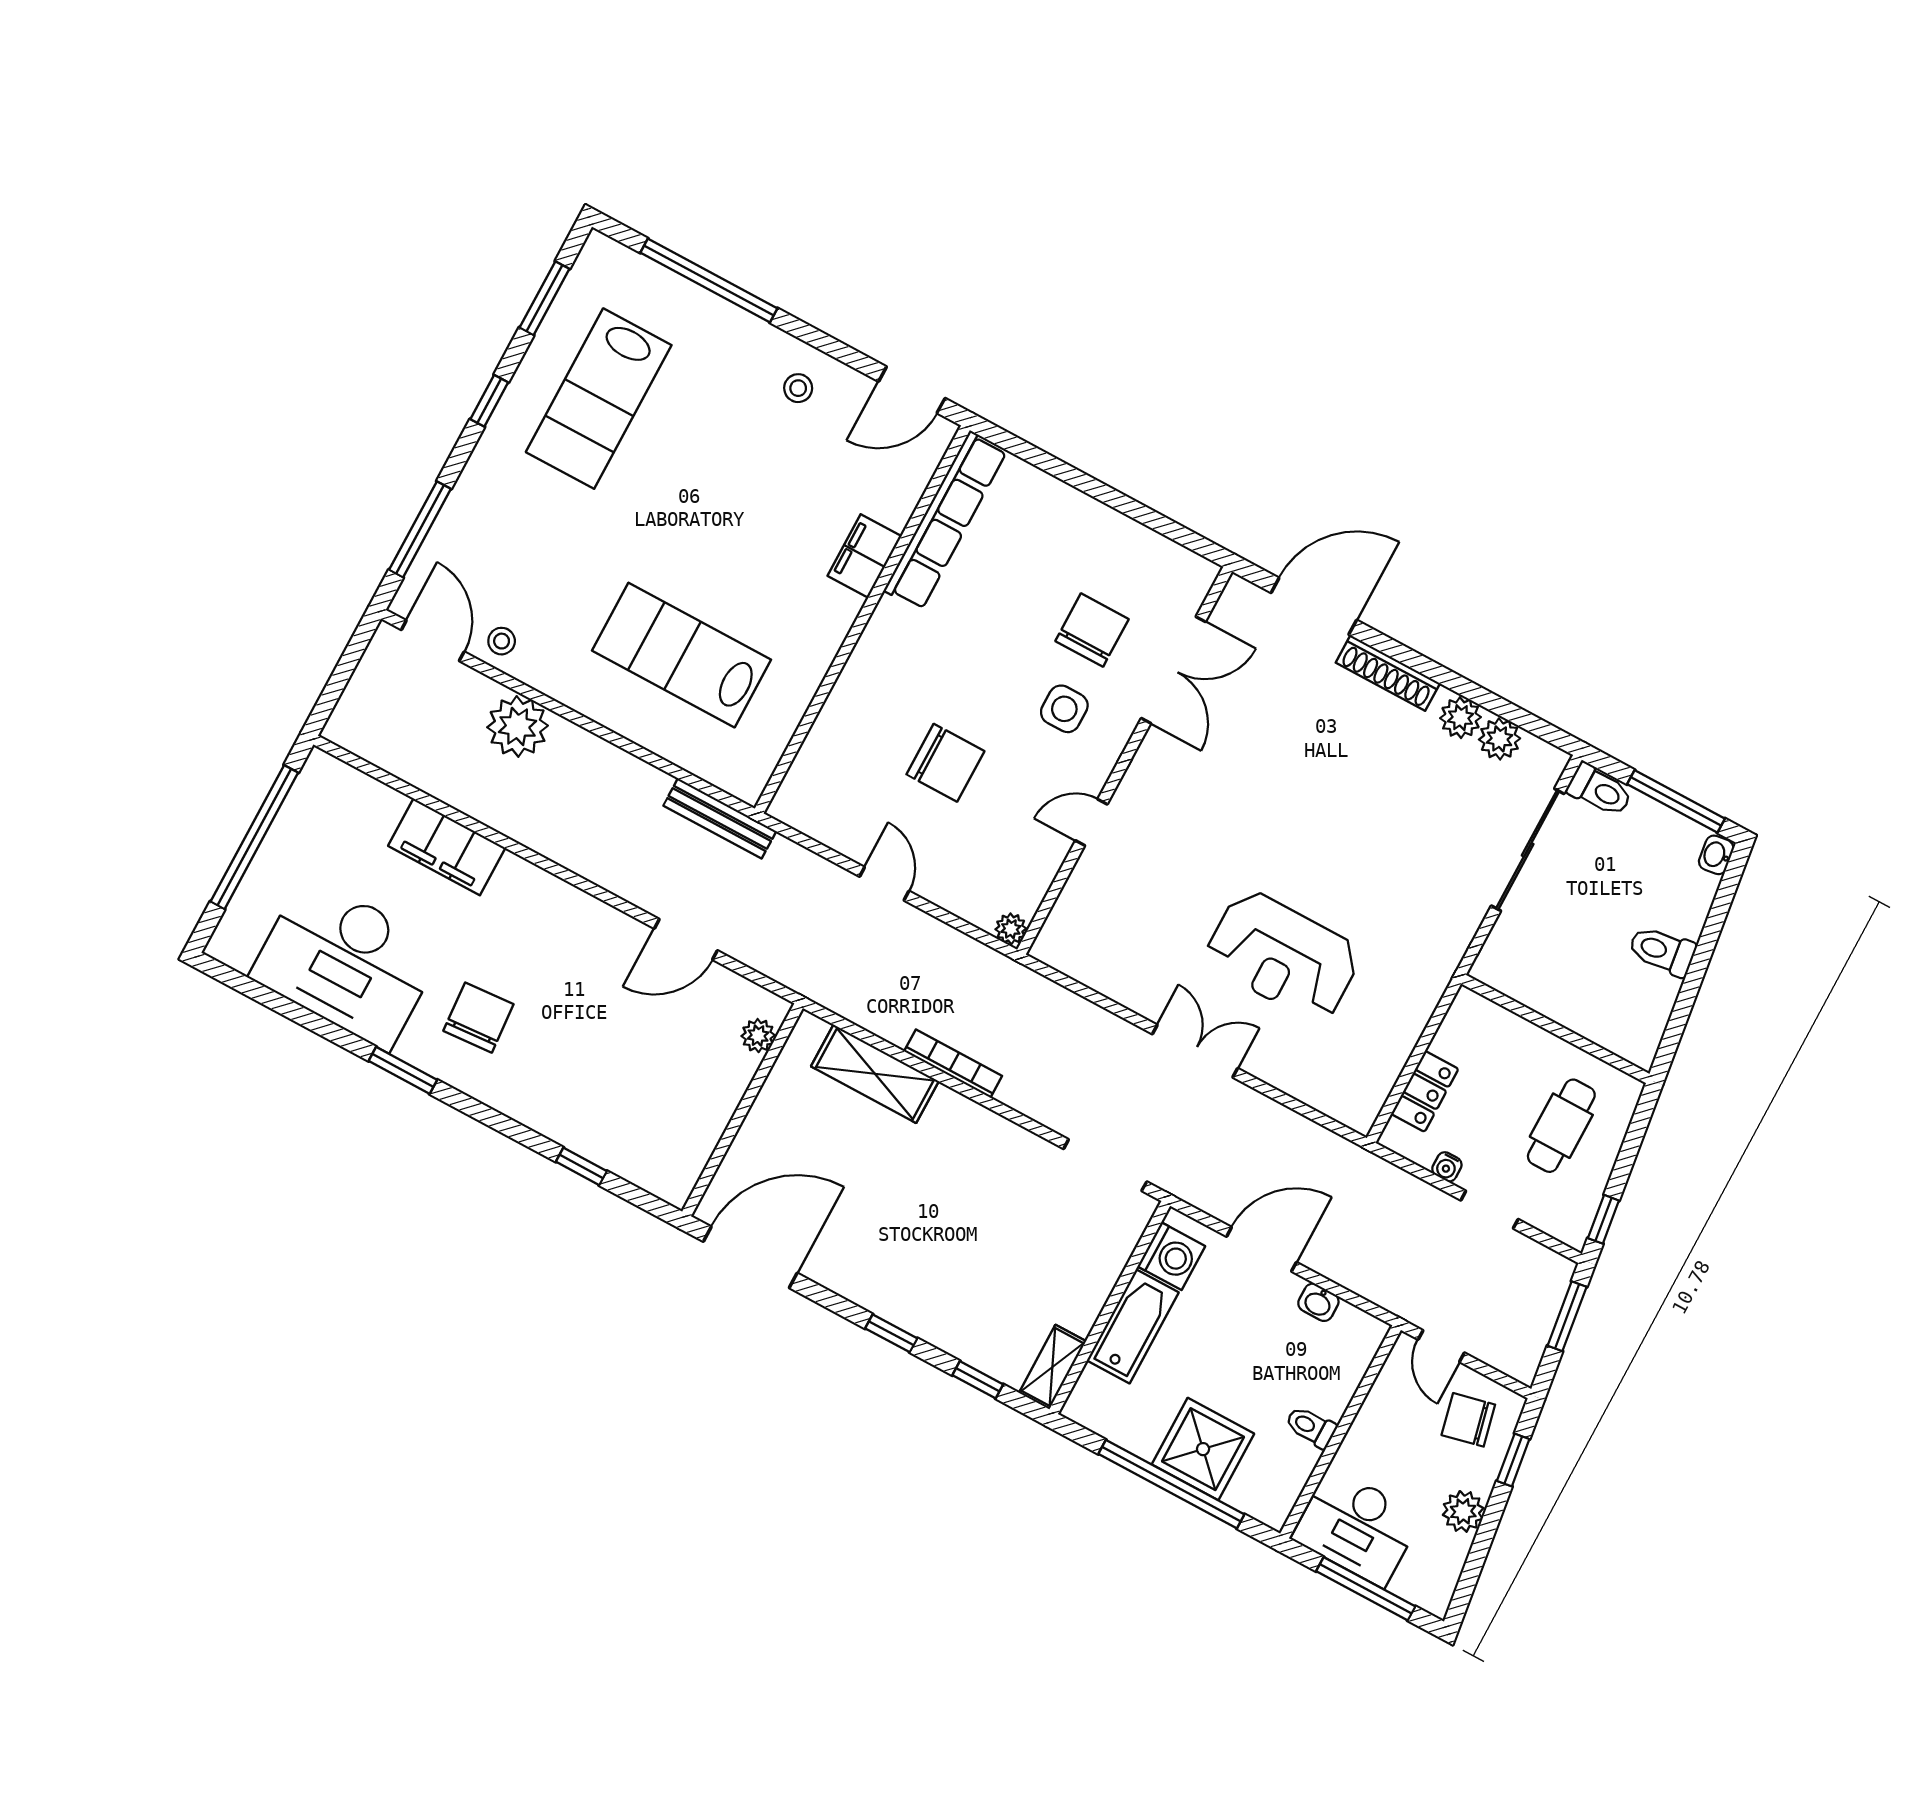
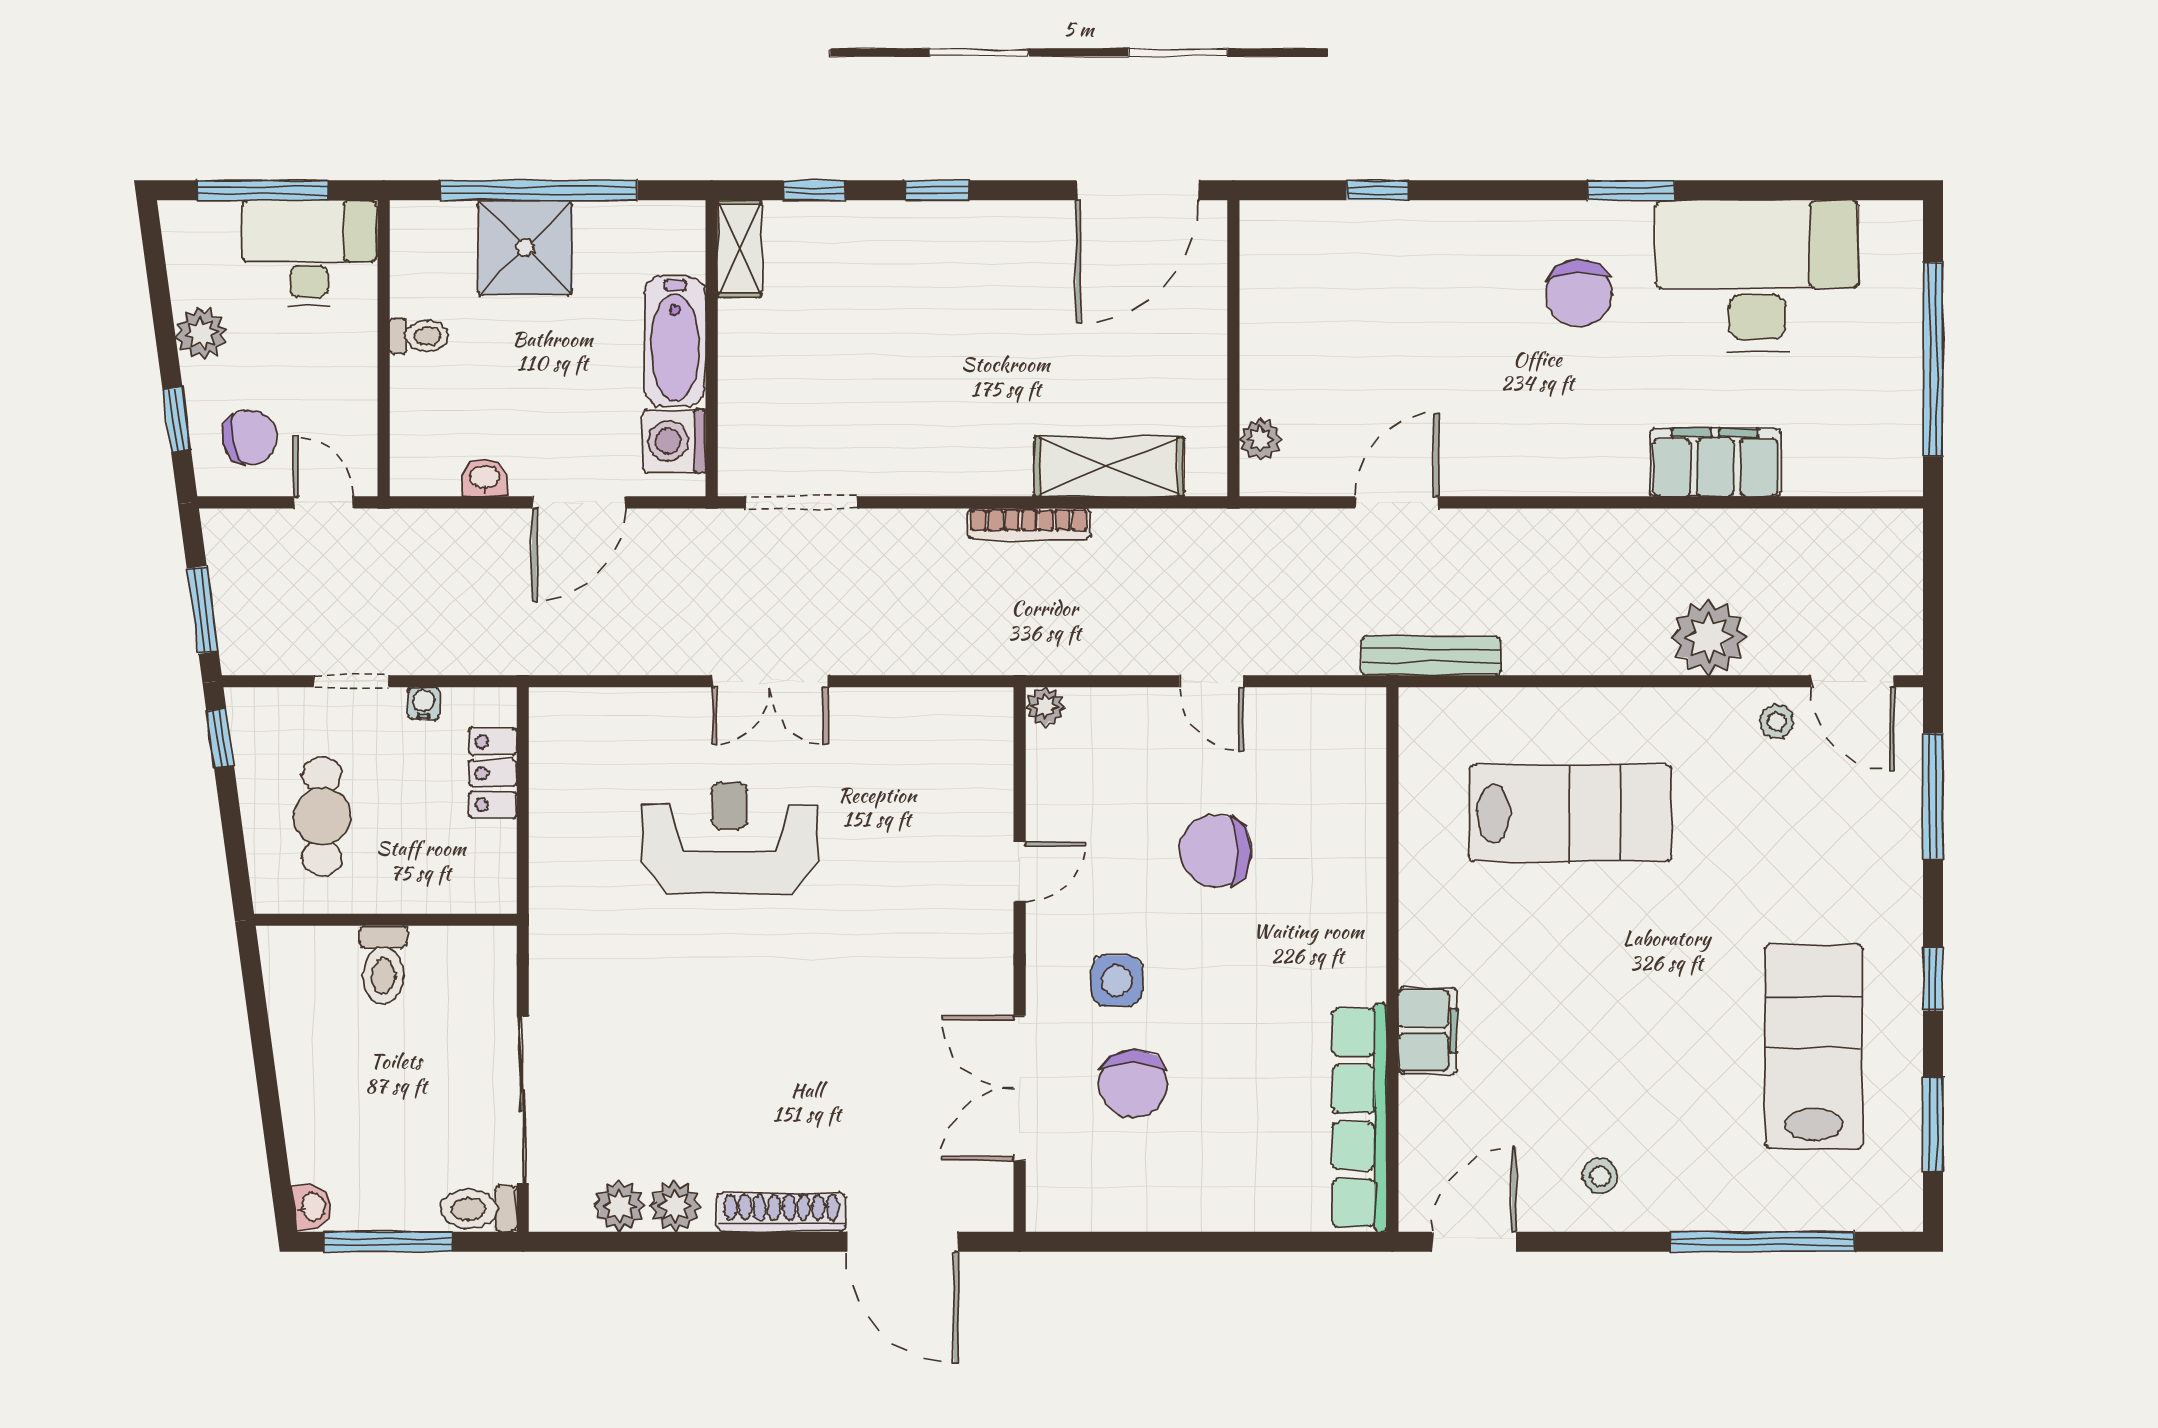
door: (1314, 606) -> (903, 1242), hinge flipped
toilet: (1662, 951) -> (383, 965), moved, turned 98

